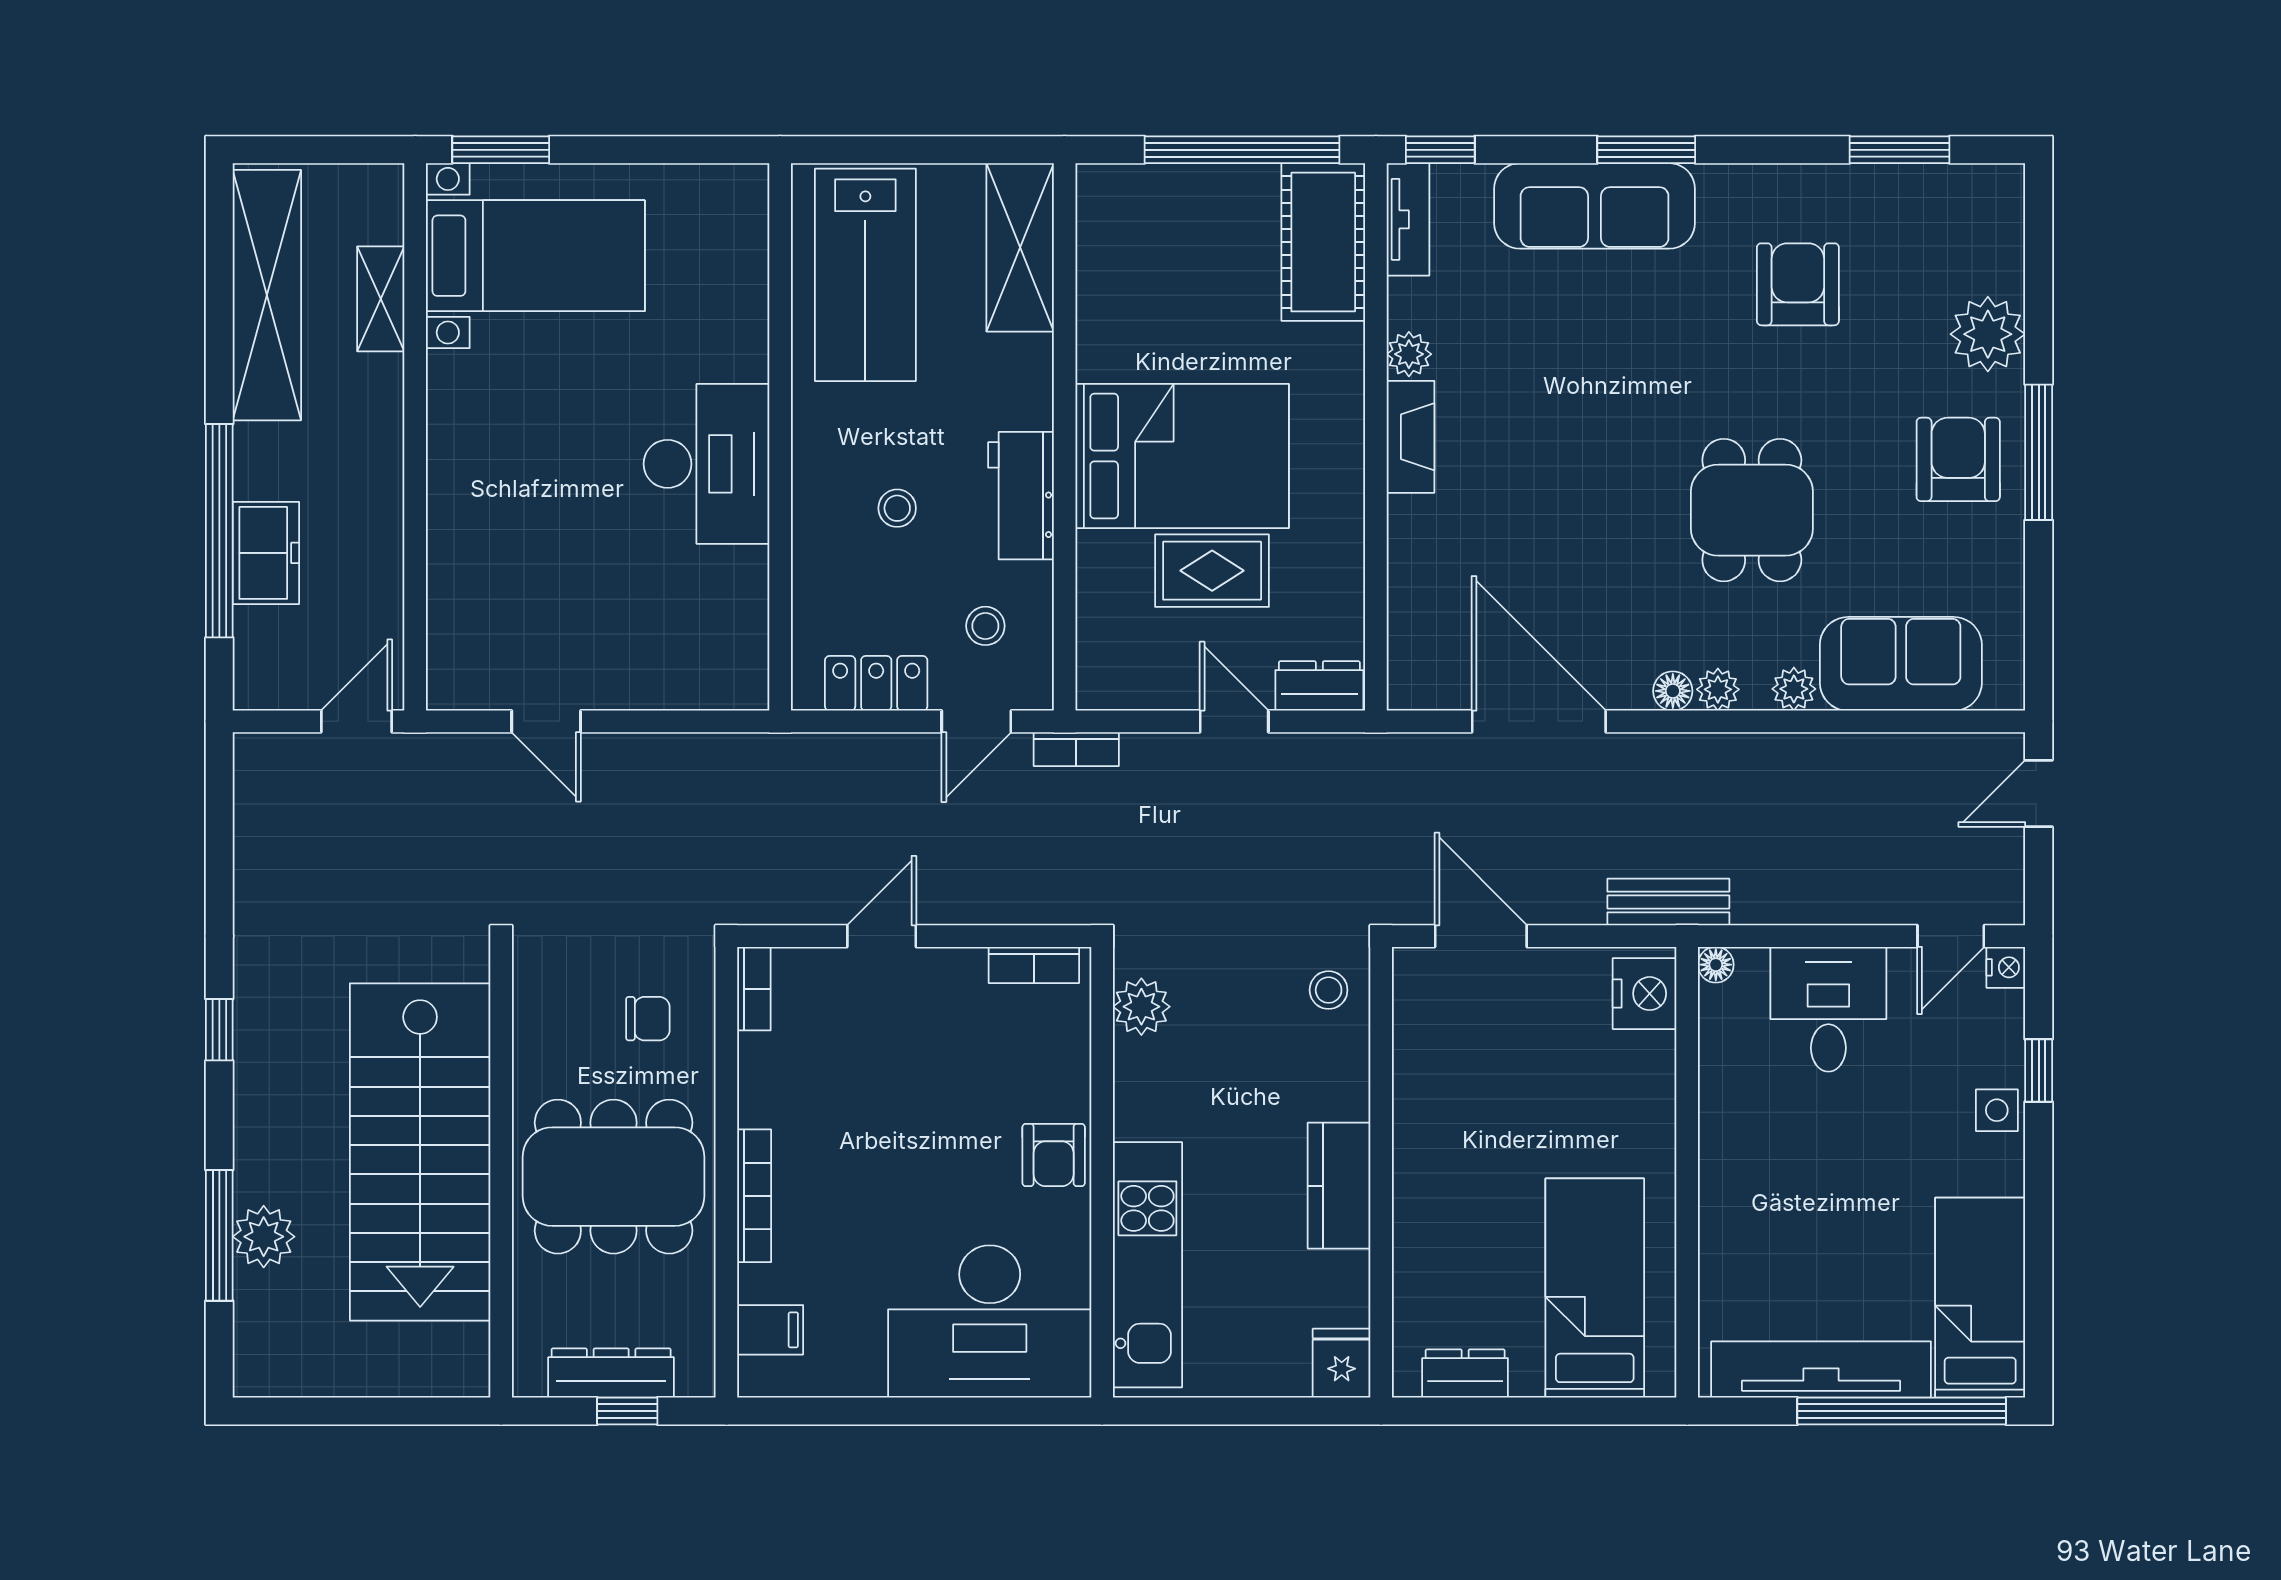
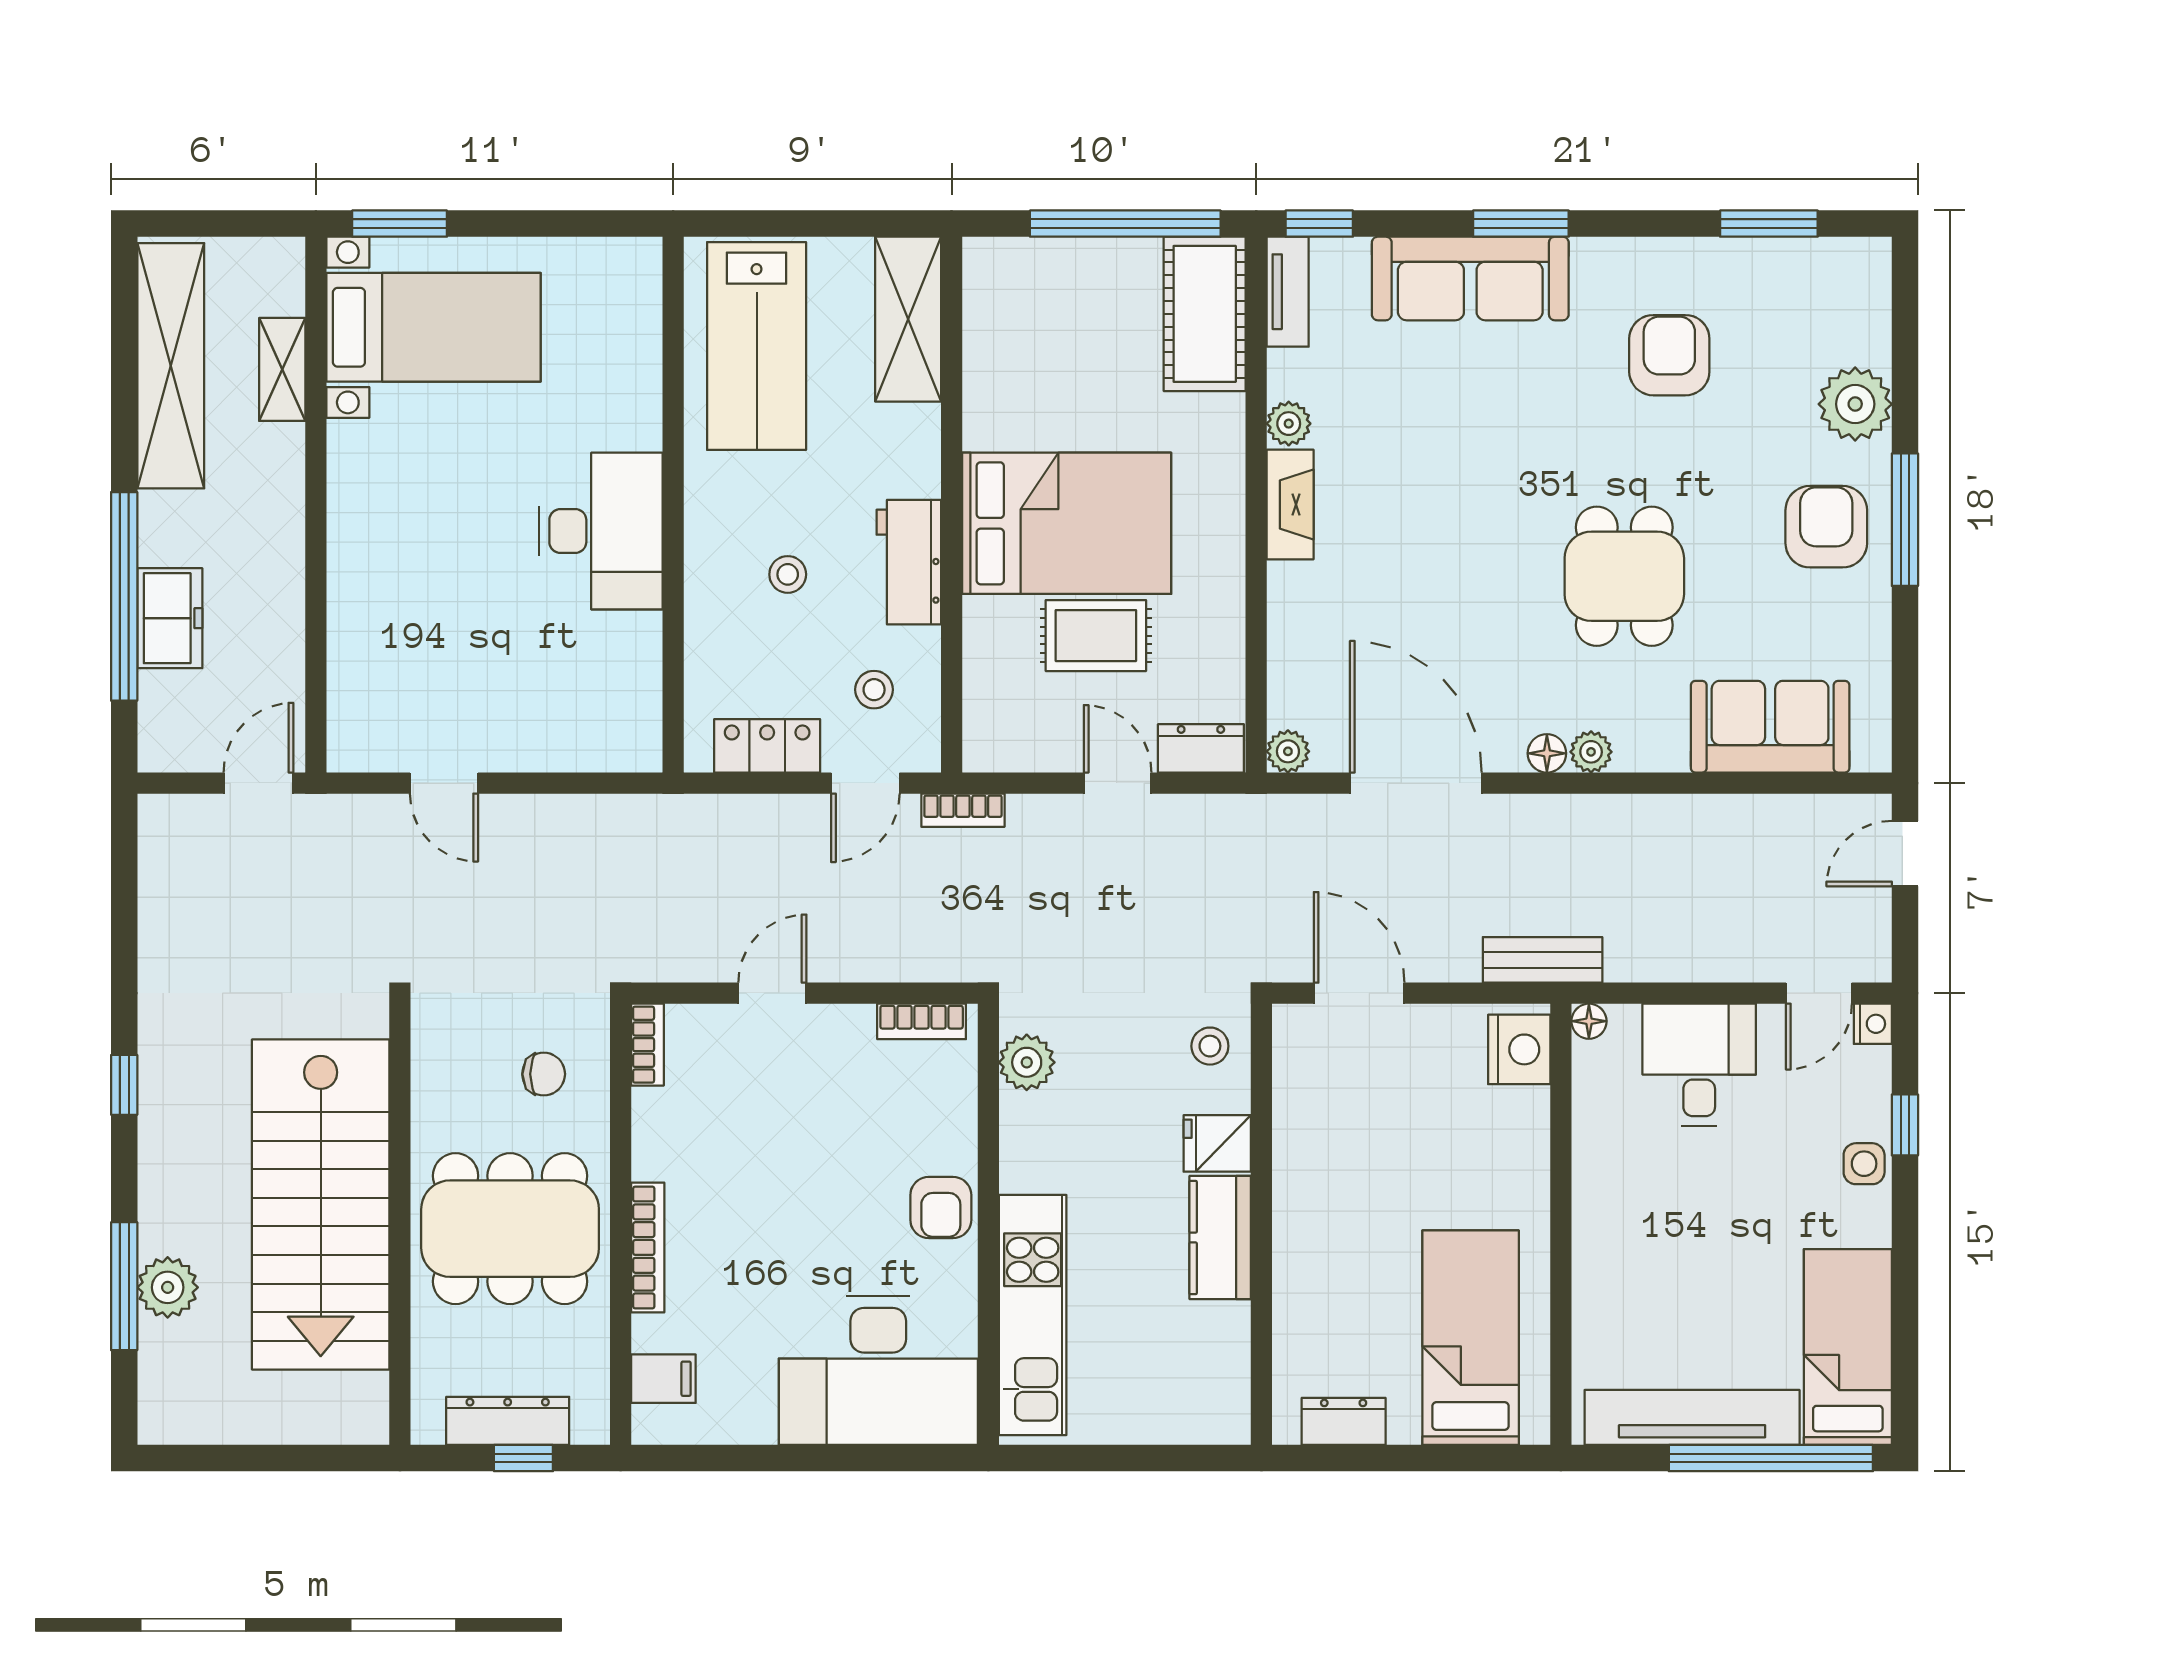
plant: (1794, 689) -> (1288, 751), moved
fridge: (1342, 1363) -> (1217, 1143), moved, turned -90

